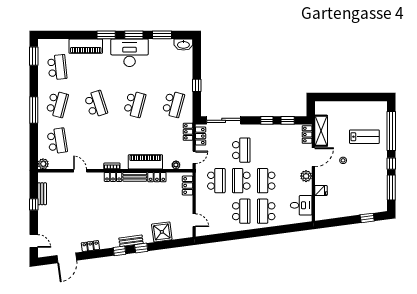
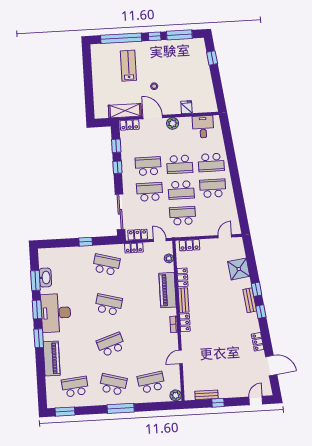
washbasin: (183, 45) -> (45, 278), moved
school desk: (266, 150) -> (148, 166), added

